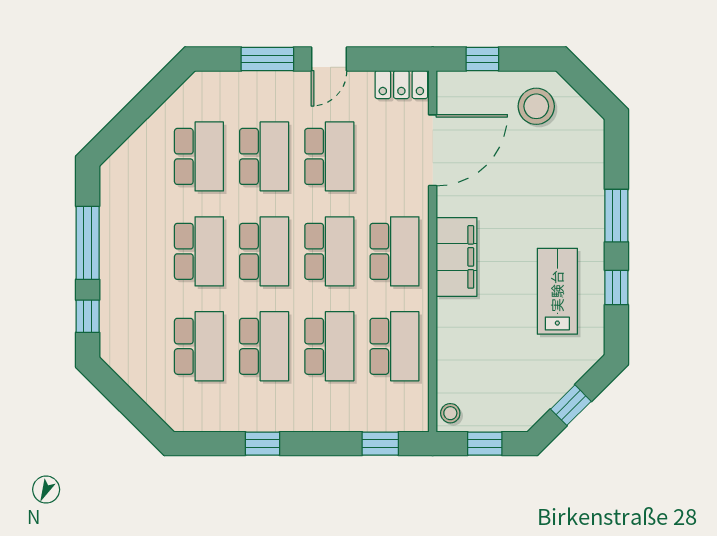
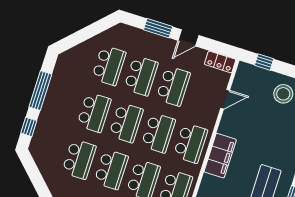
door: (433, 150) -> (225, 99), width x0.53

